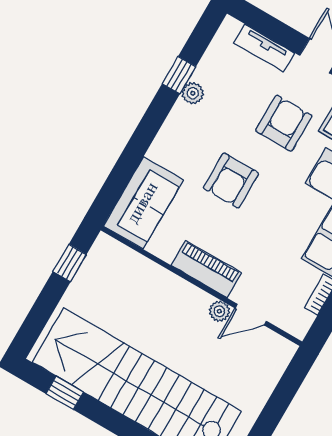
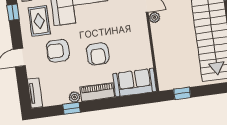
tv unit: (264, 48) -> (35, 93), moved
armchair: (231, 181) -> (98, 54), turned 90
piano: (206, 269) -> (97, 92), moved, turned 90

